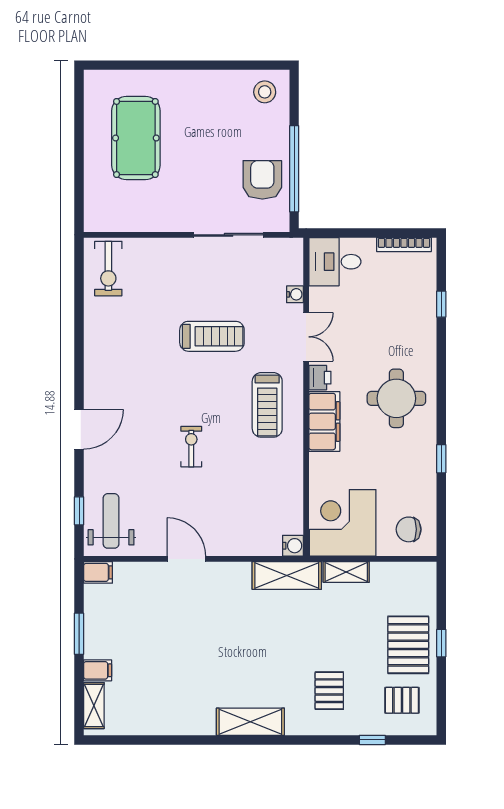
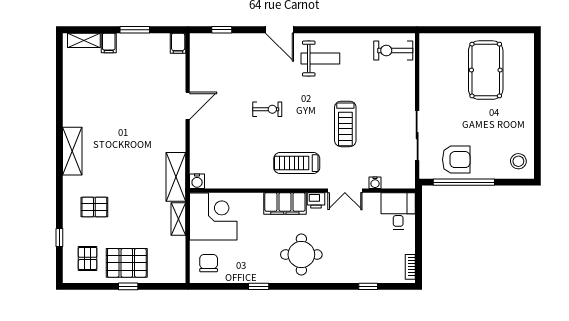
pool table: (136, 138) -> (486, 70), turned 90
bookcase: (404, 245) -> (410, 267), width x0.64
weight bench: (111, 521) -> (320, 59), moved

